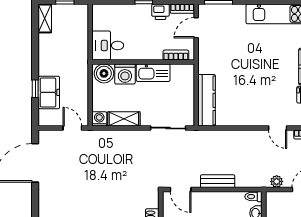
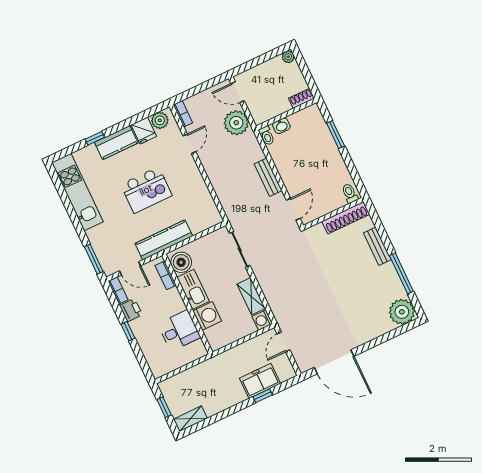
desk: (108, 45) -> (179, 331), moved, turned -90
boiler: (104, 73) -> (181, 262), moved
kitchen island: (256, 73) -> (146, 190), added
kitchen counter: (207, 100) -> (164, 240), moved
plant: (277, 181) -> (236, 123), width x1.88, depth x1.88

